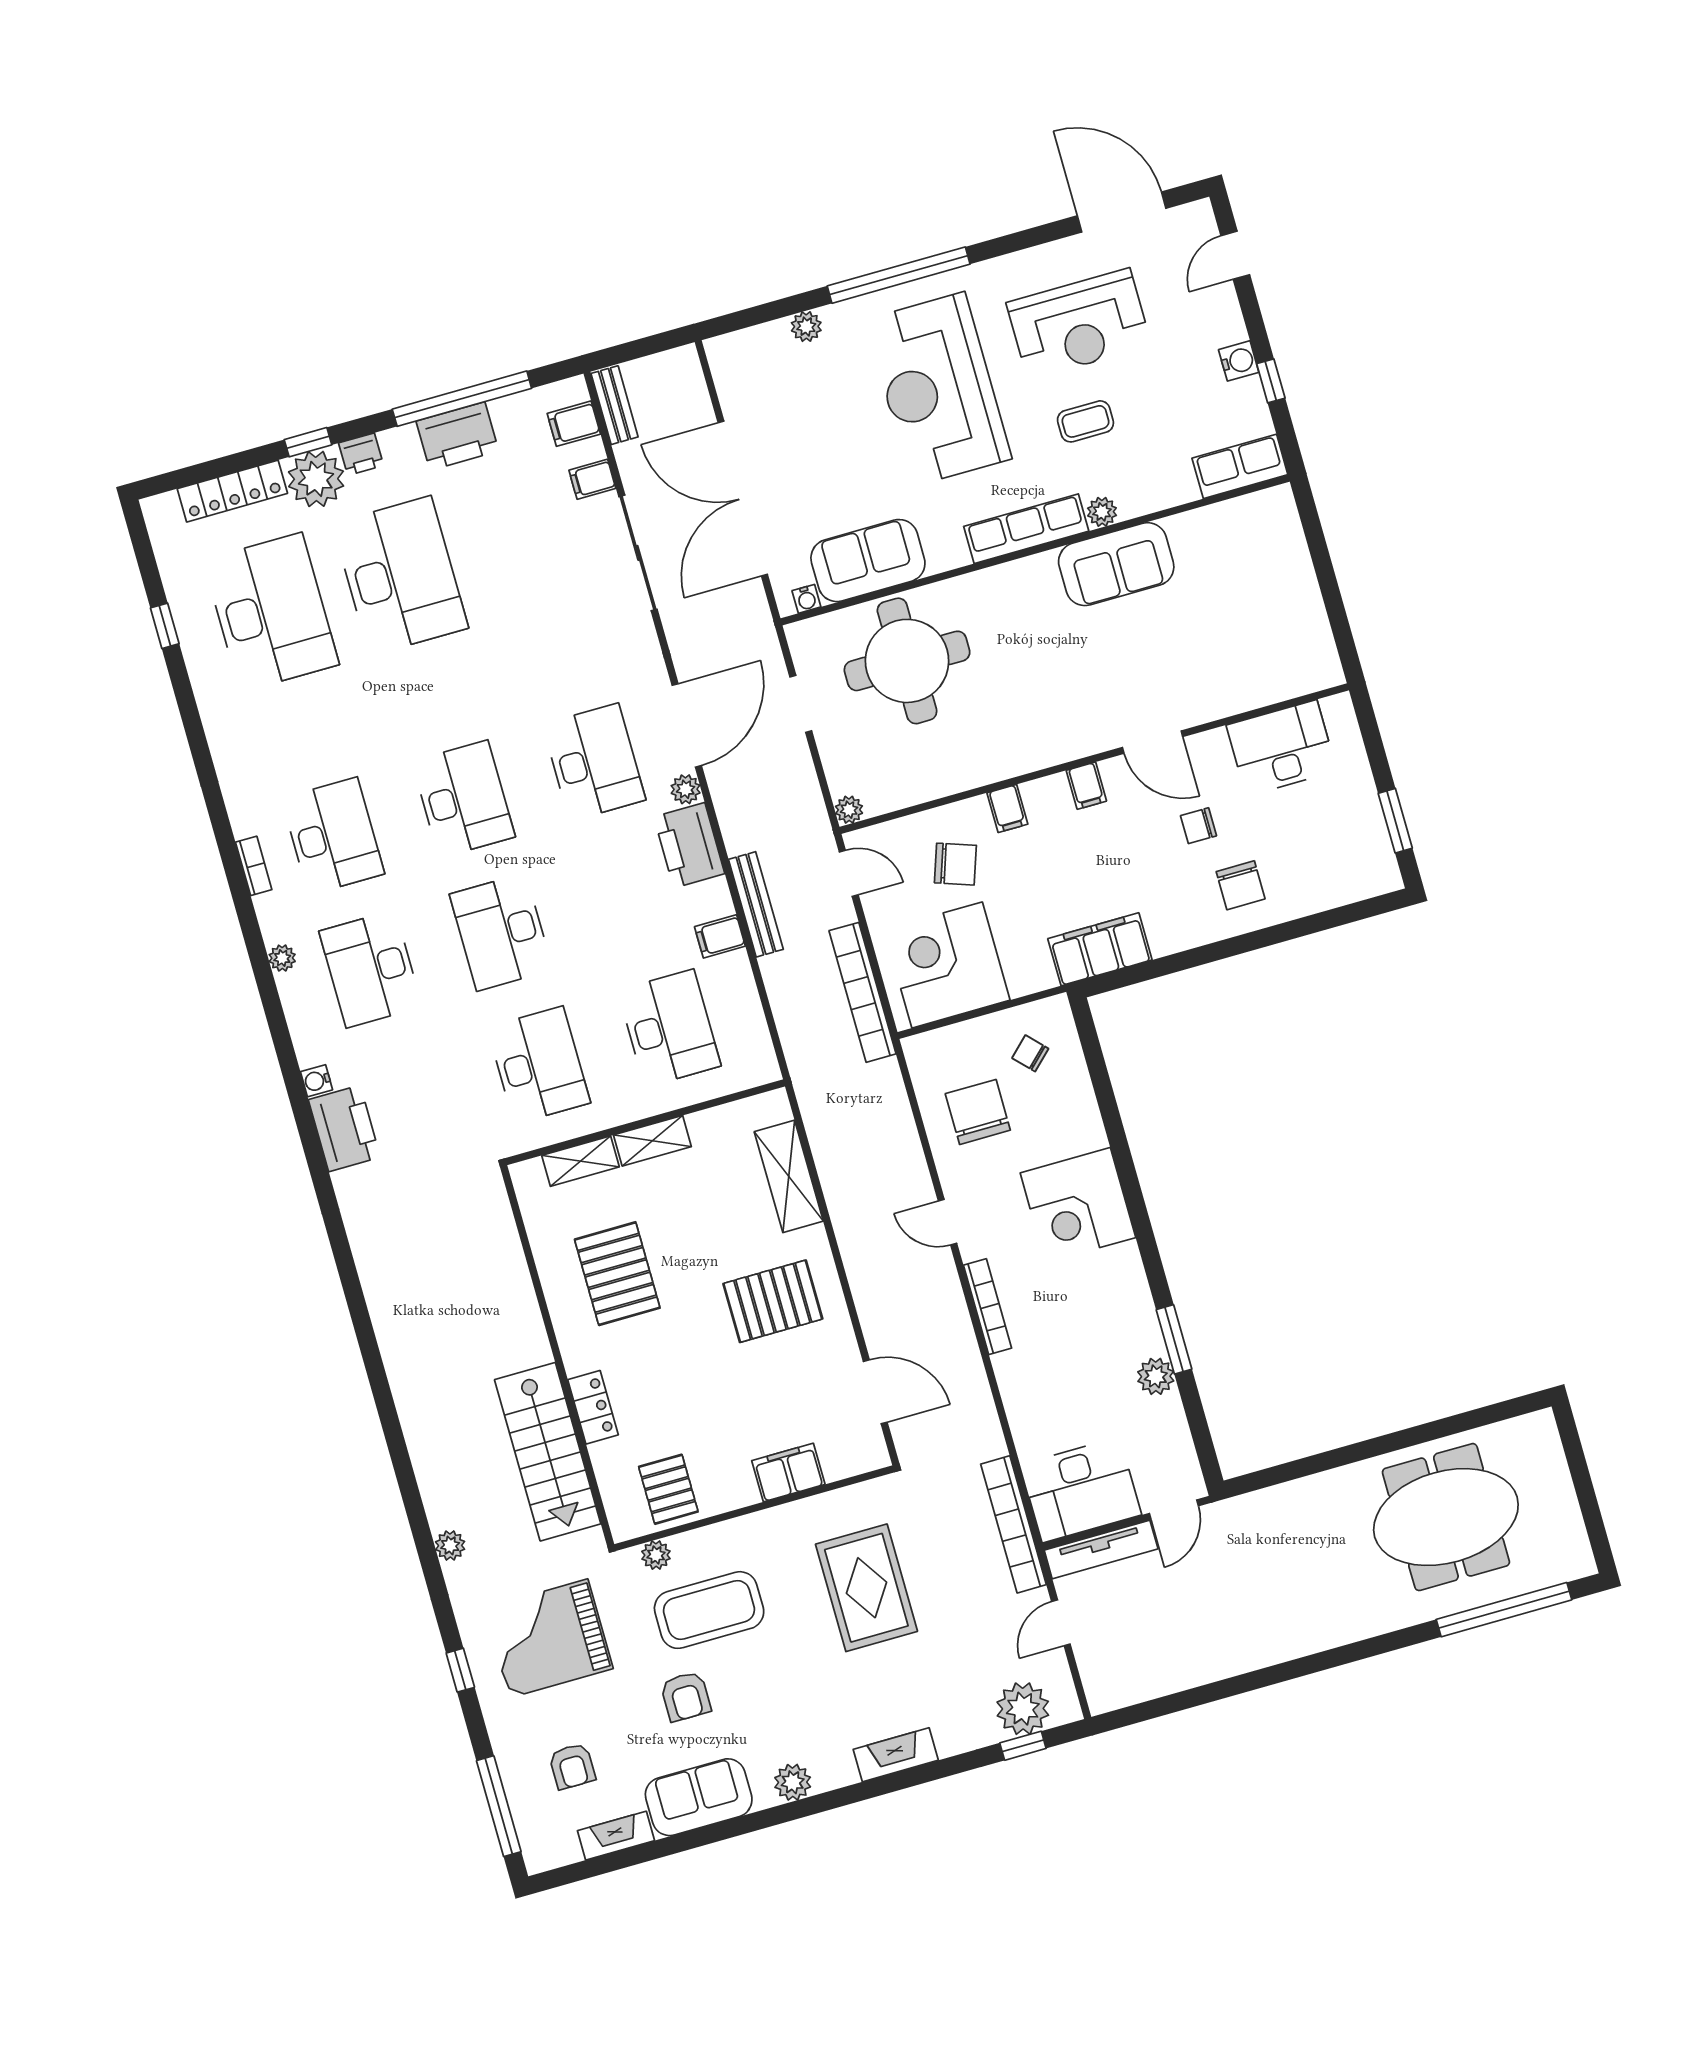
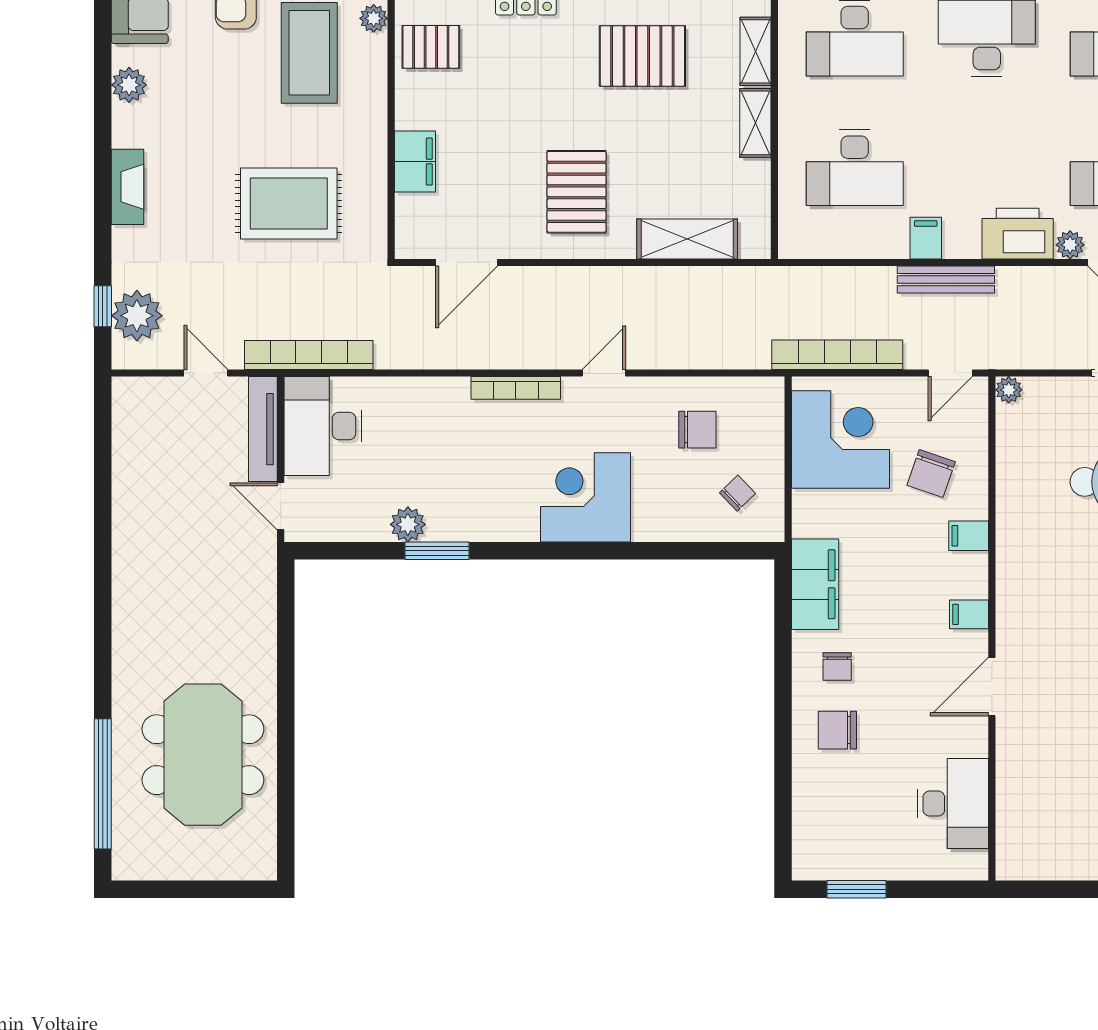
chair: (1199, 826) -> (837, 667), moved, turned 180
chair: (978, 1112) -> (697, 430), width x0.73, depth x0.73

